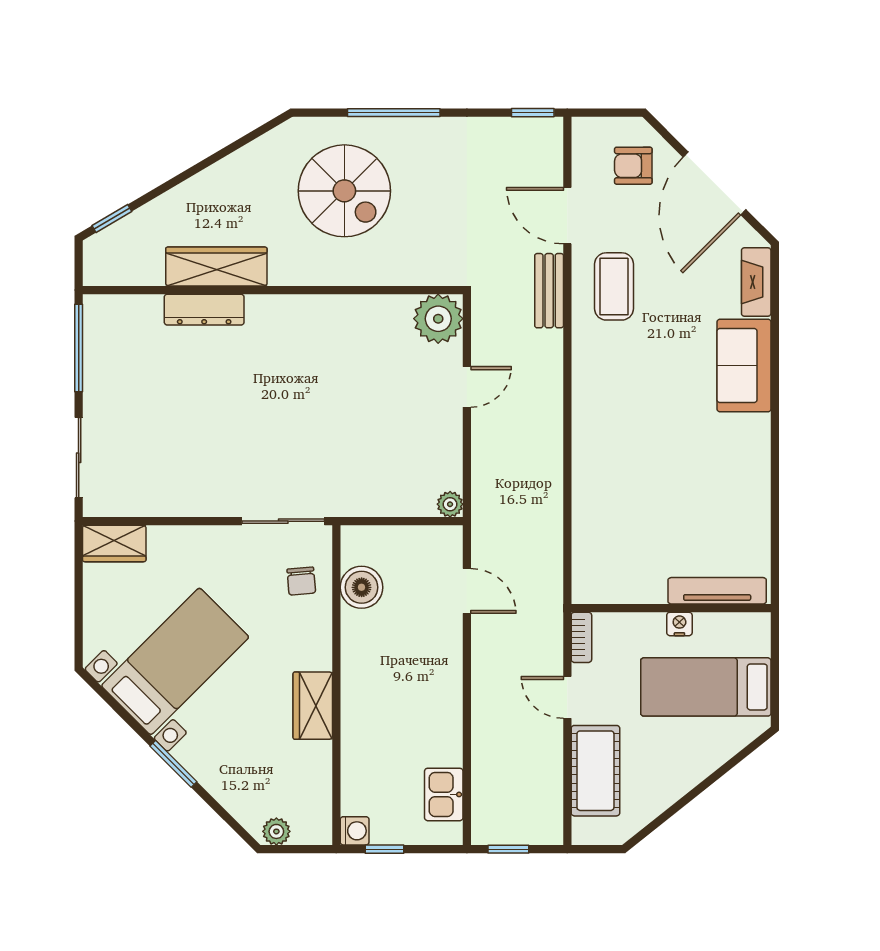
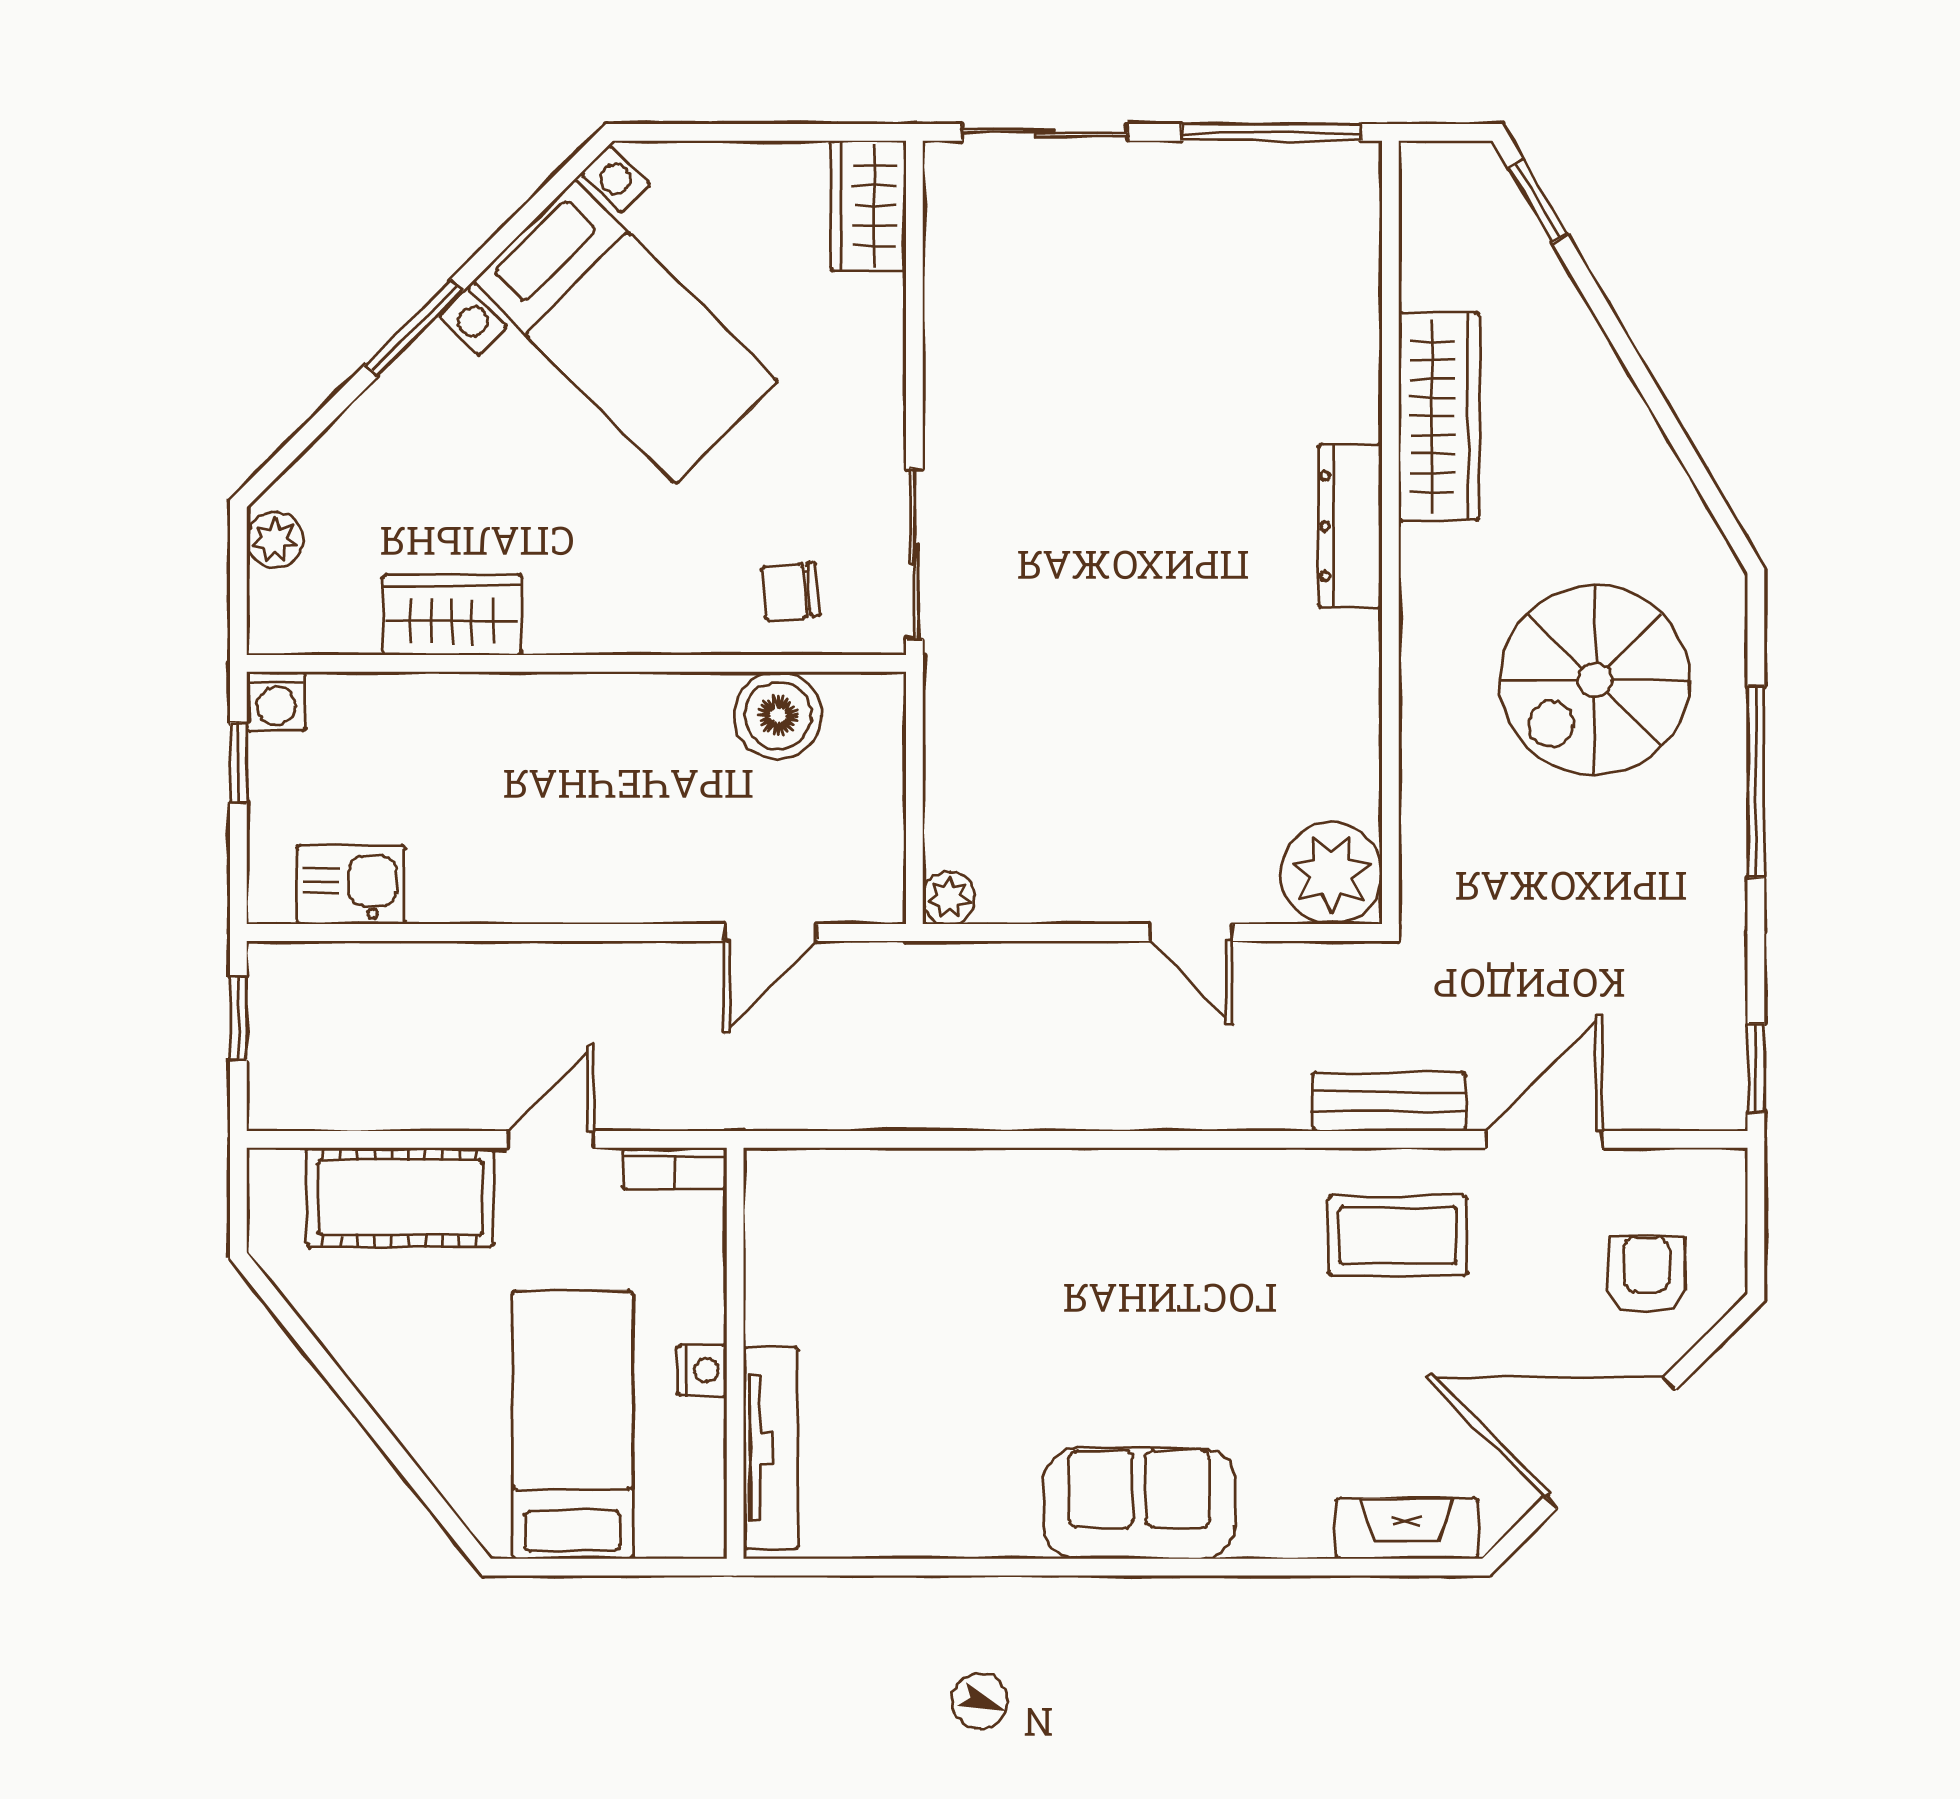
dresser: (204, 310) -> (1350, 526), moved
sofa: (744, 366) -> (1139, 1503), moved
wardrobe: (313, 706) -> (452, 615), moved

